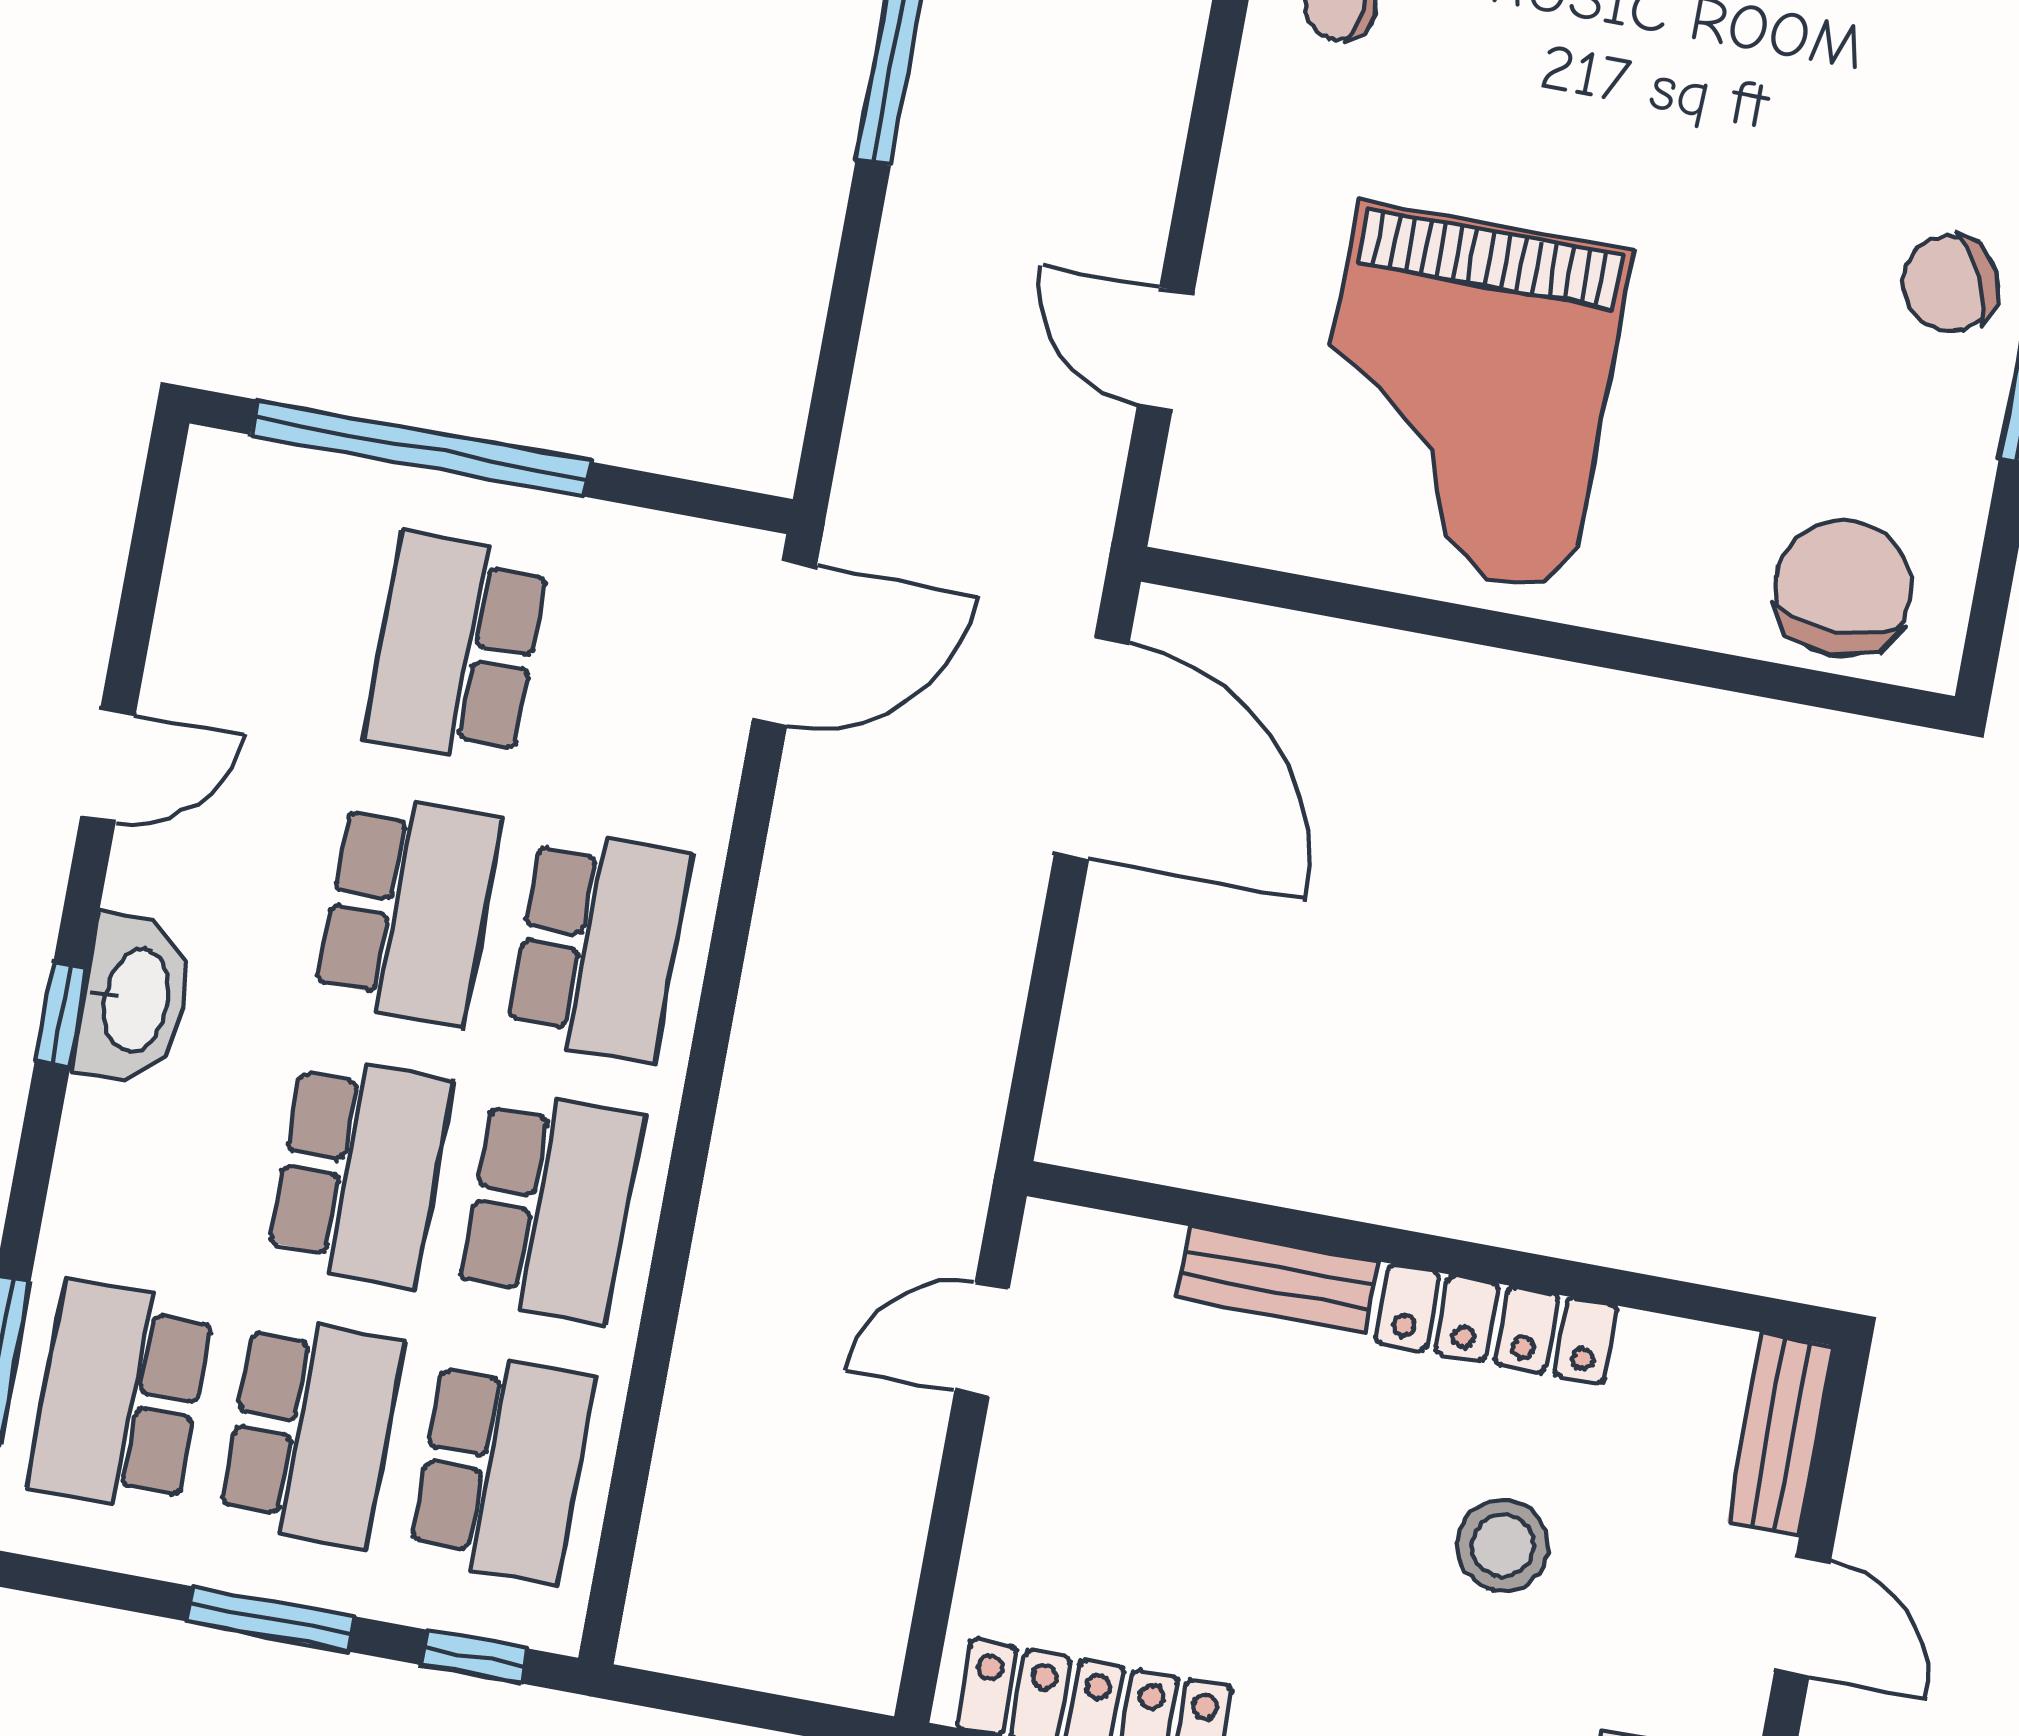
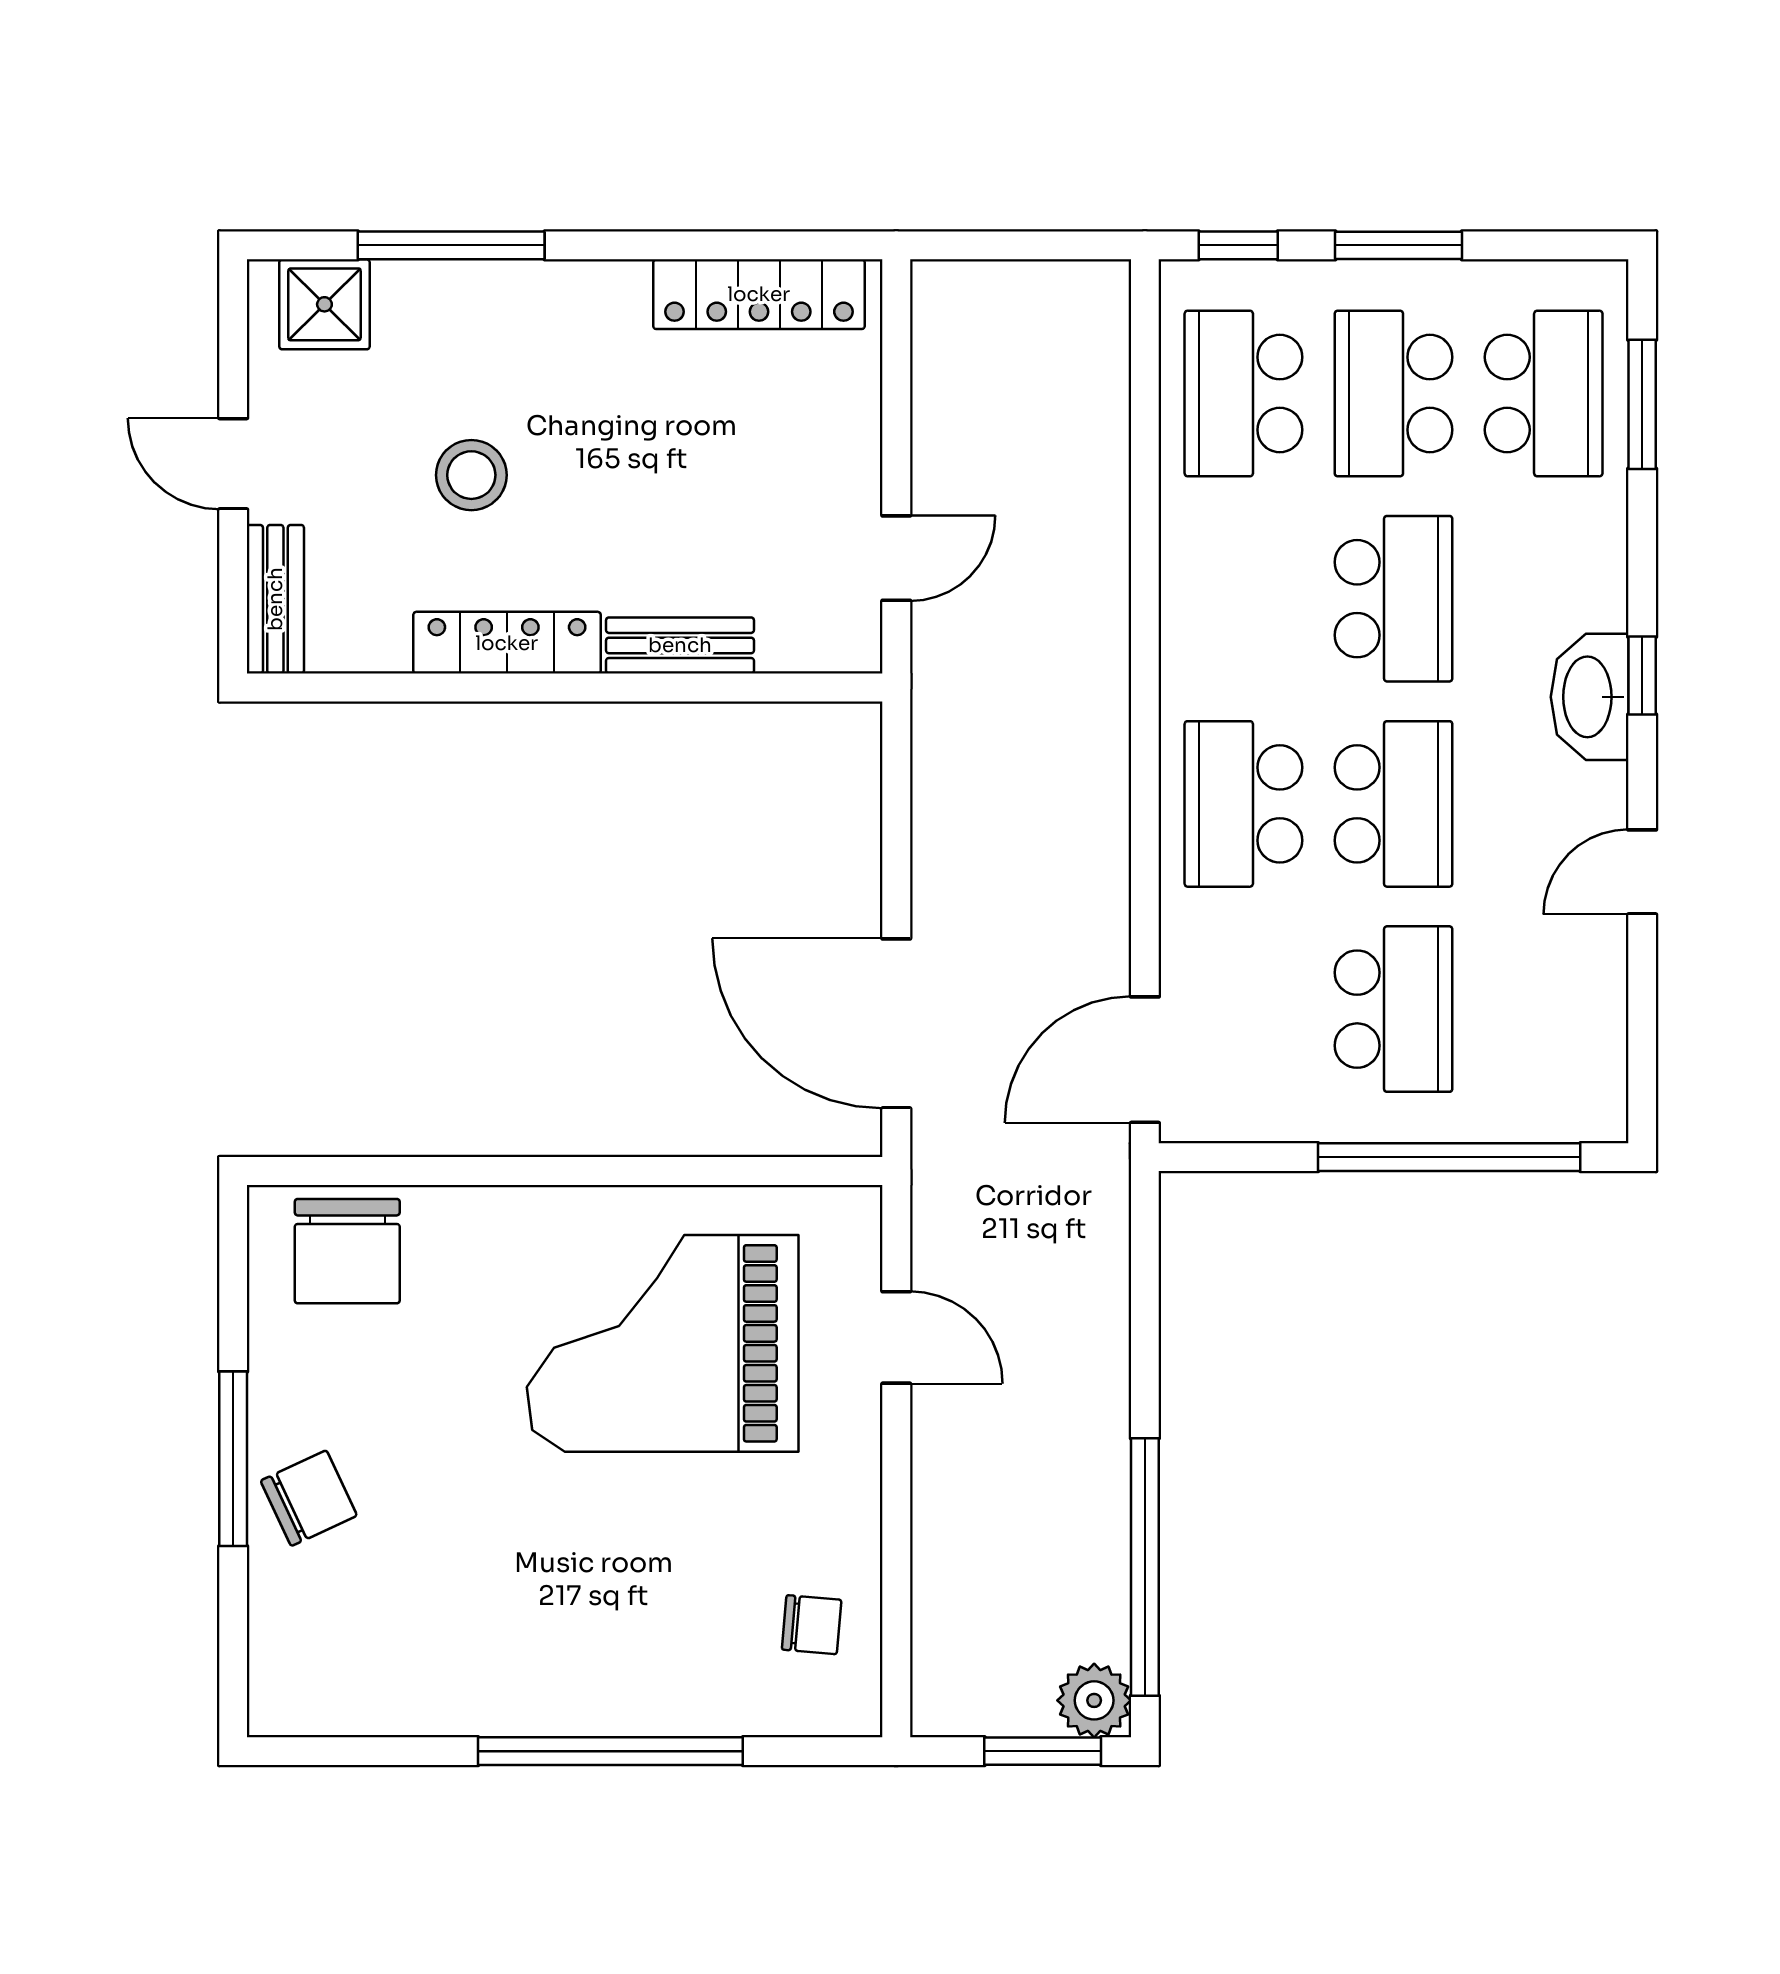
grand piano: (1464, 397) -> (663, 1343), turned -90
school desk: (408, 910) -> (1394, 804), turned 180
school desk: (360, 1171) -> (1394, 599), turned 180
school desk: (550, 1206) -> (1243, 599), removed

